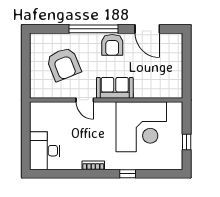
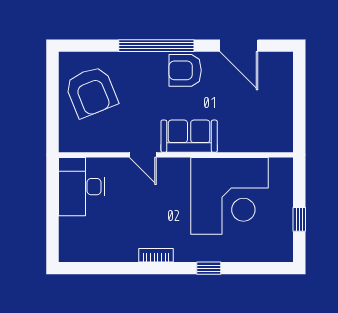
armchair: (112, 45) -> (185, 70), turned 90
armchair: (64, 64) -> (91, 92), moved
desk: (45, 151) -> (82, 187), moved

